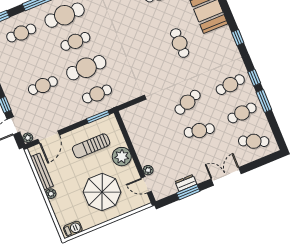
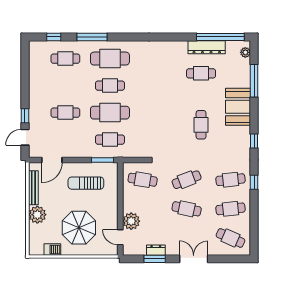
window: (264, 101) -> (254, 206), removed
cafe table: (145, 120) -> (143, 180), added
plant: (28, 138) -> (33, 153), removed
plant: (122, 157) -> (109, 204), removed
plant: (148, 170) -> (131, 221), width x1.87, depth x1.87
plant: (51, 194) -> (37, 215), width x1.88, depth x1.88
barbecue: (73, 229) -> (52, 249), moved

